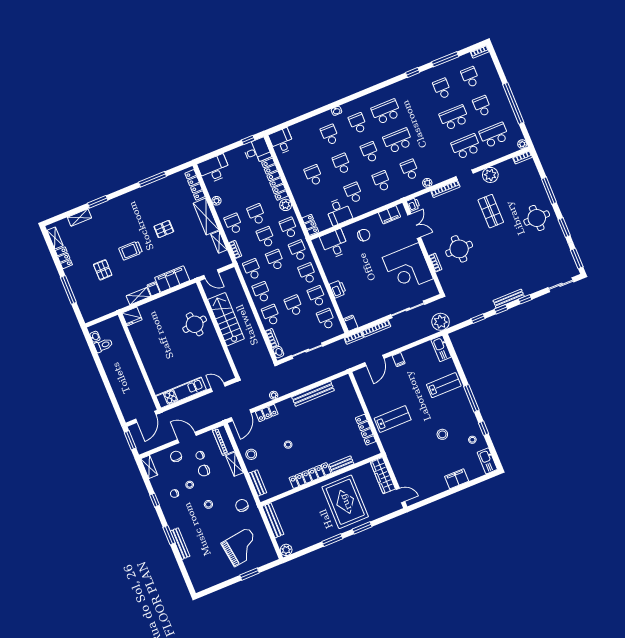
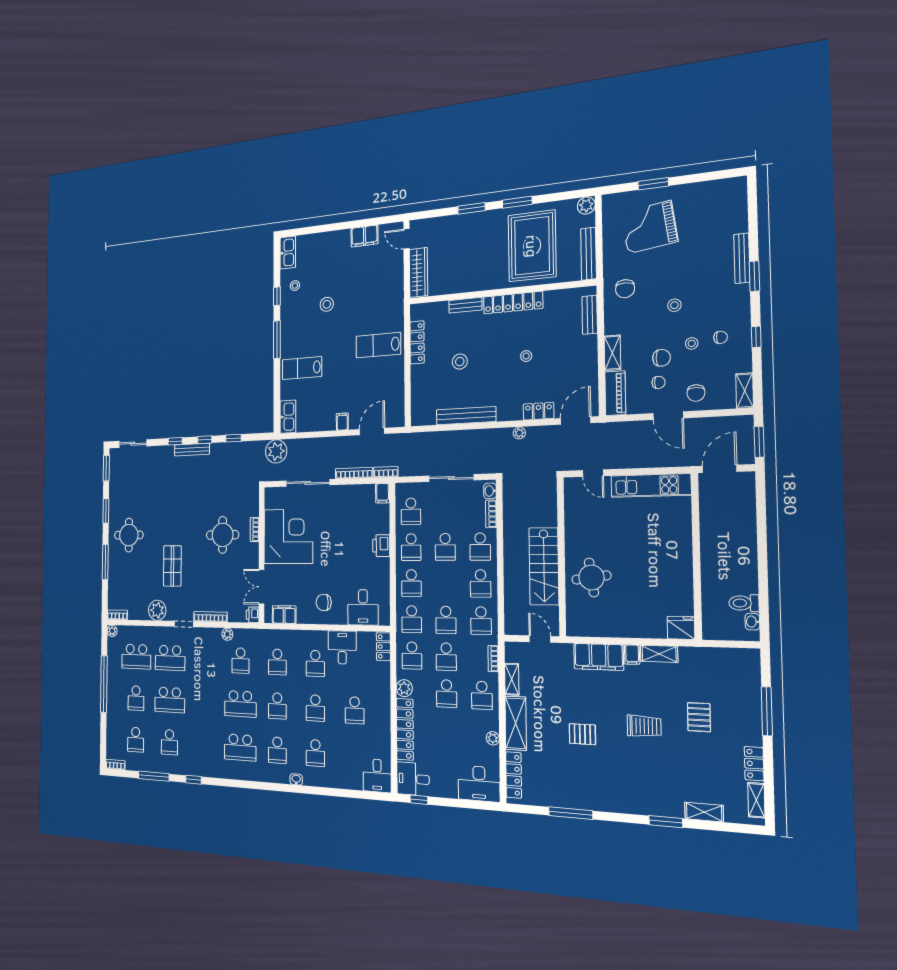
stool: (251, 454) -> (460, 362), moved
filing cabinet: (457, 479) -> (364, 236), moved
rug: (345, 502) -> (532, 246), moved

